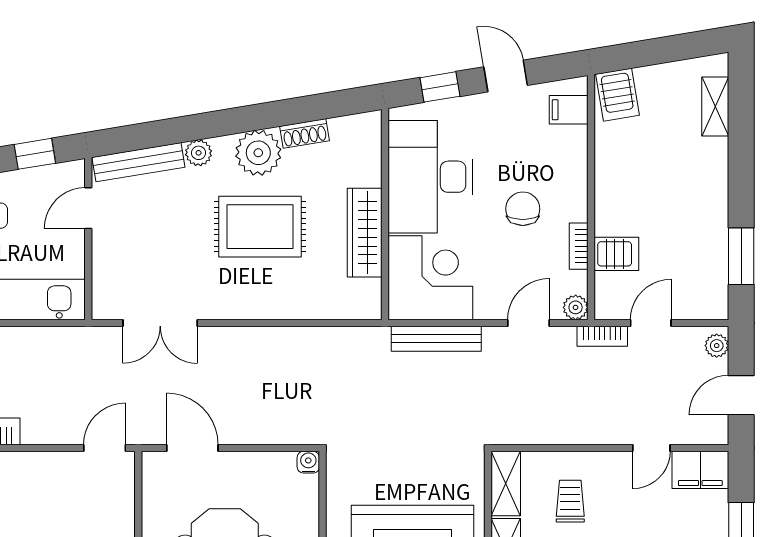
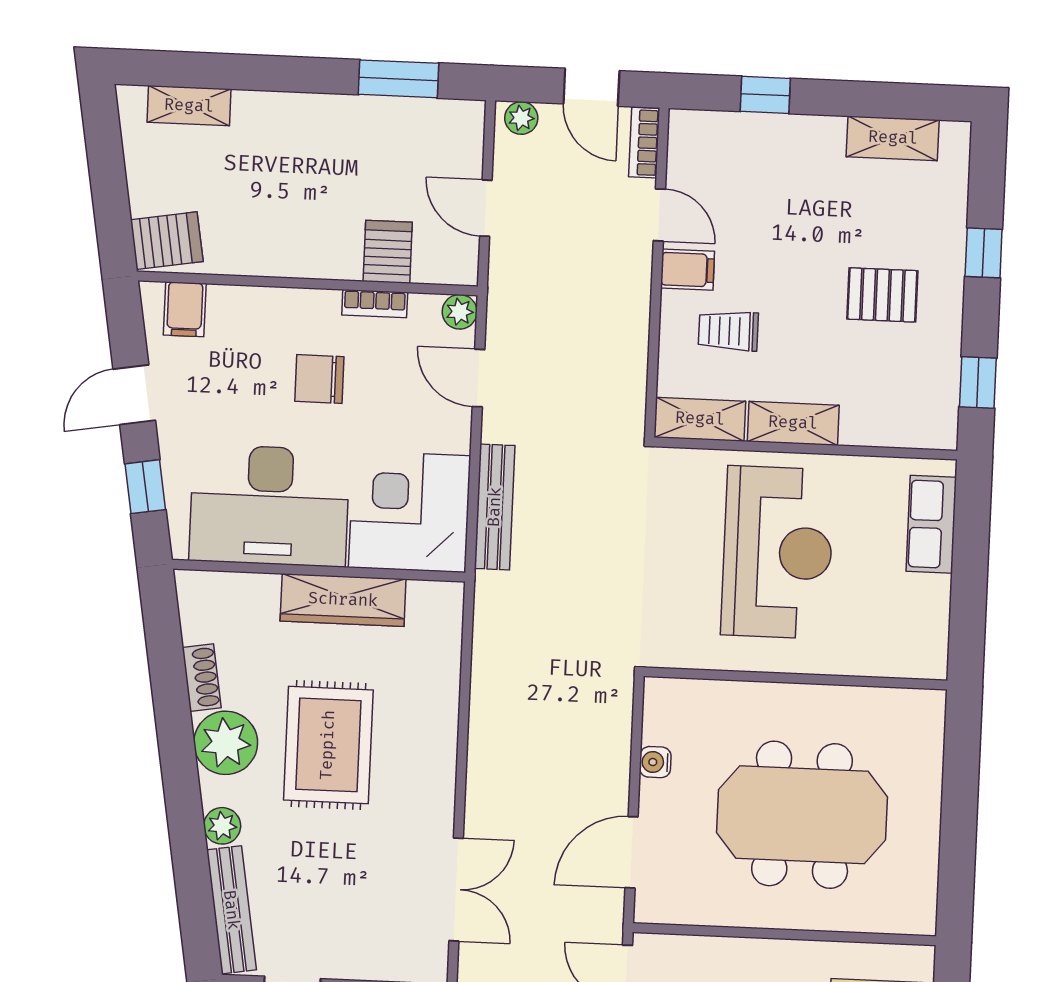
bookcase: (602, 336) -> (644, 143), moved, turned 180
water cooler: (308, 462) -> (655, 762), moved
filing cabinet: (700, 470) -> (687, 270), moved, width x0.50

